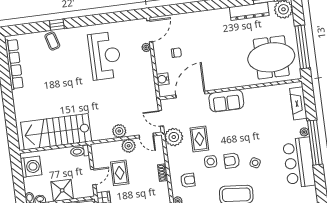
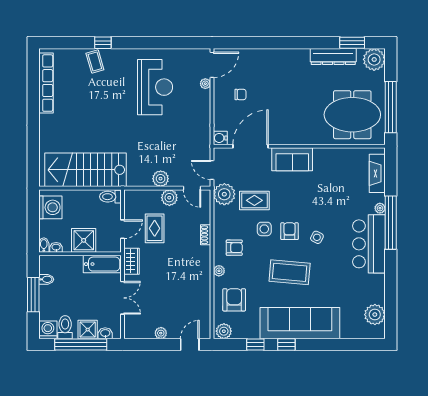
water cooler: (163, 79) -> (220, 138), moved
rug: (199, 139) -> (254, 200), turned 90
armchair: (232, 161) -> (290, 231), turned 90

